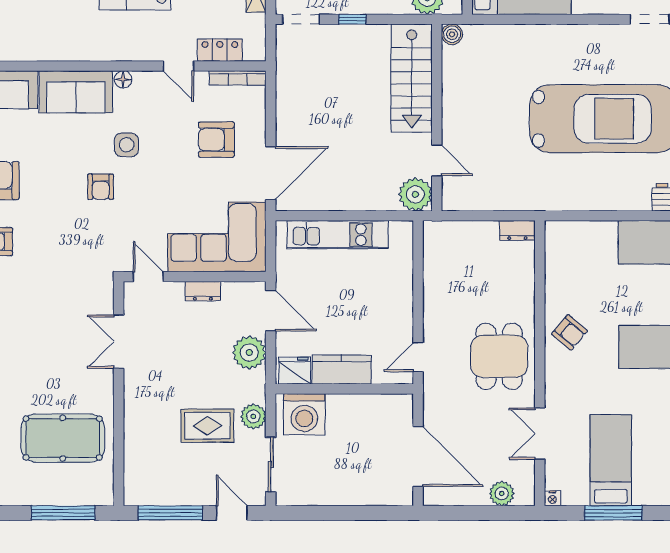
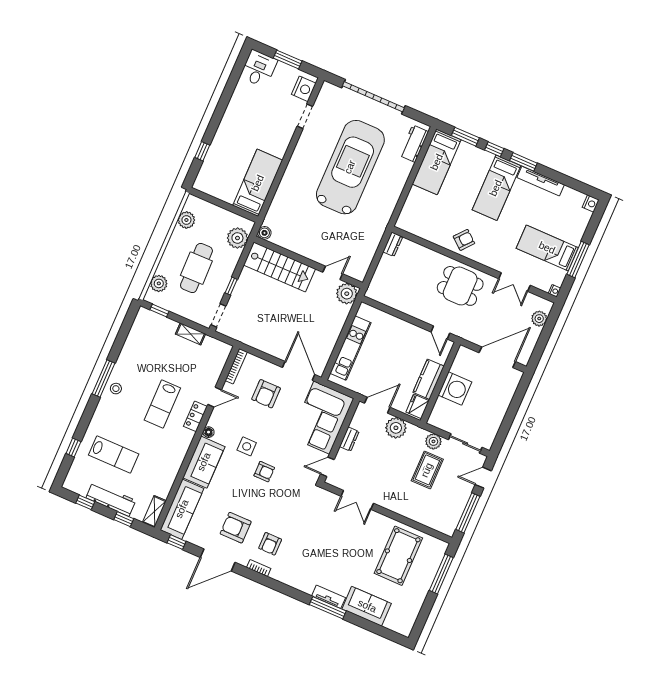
locker: (220, 50) -> (195, 416), moved
washing machine: (304, 414) -> (455, 389), moved

